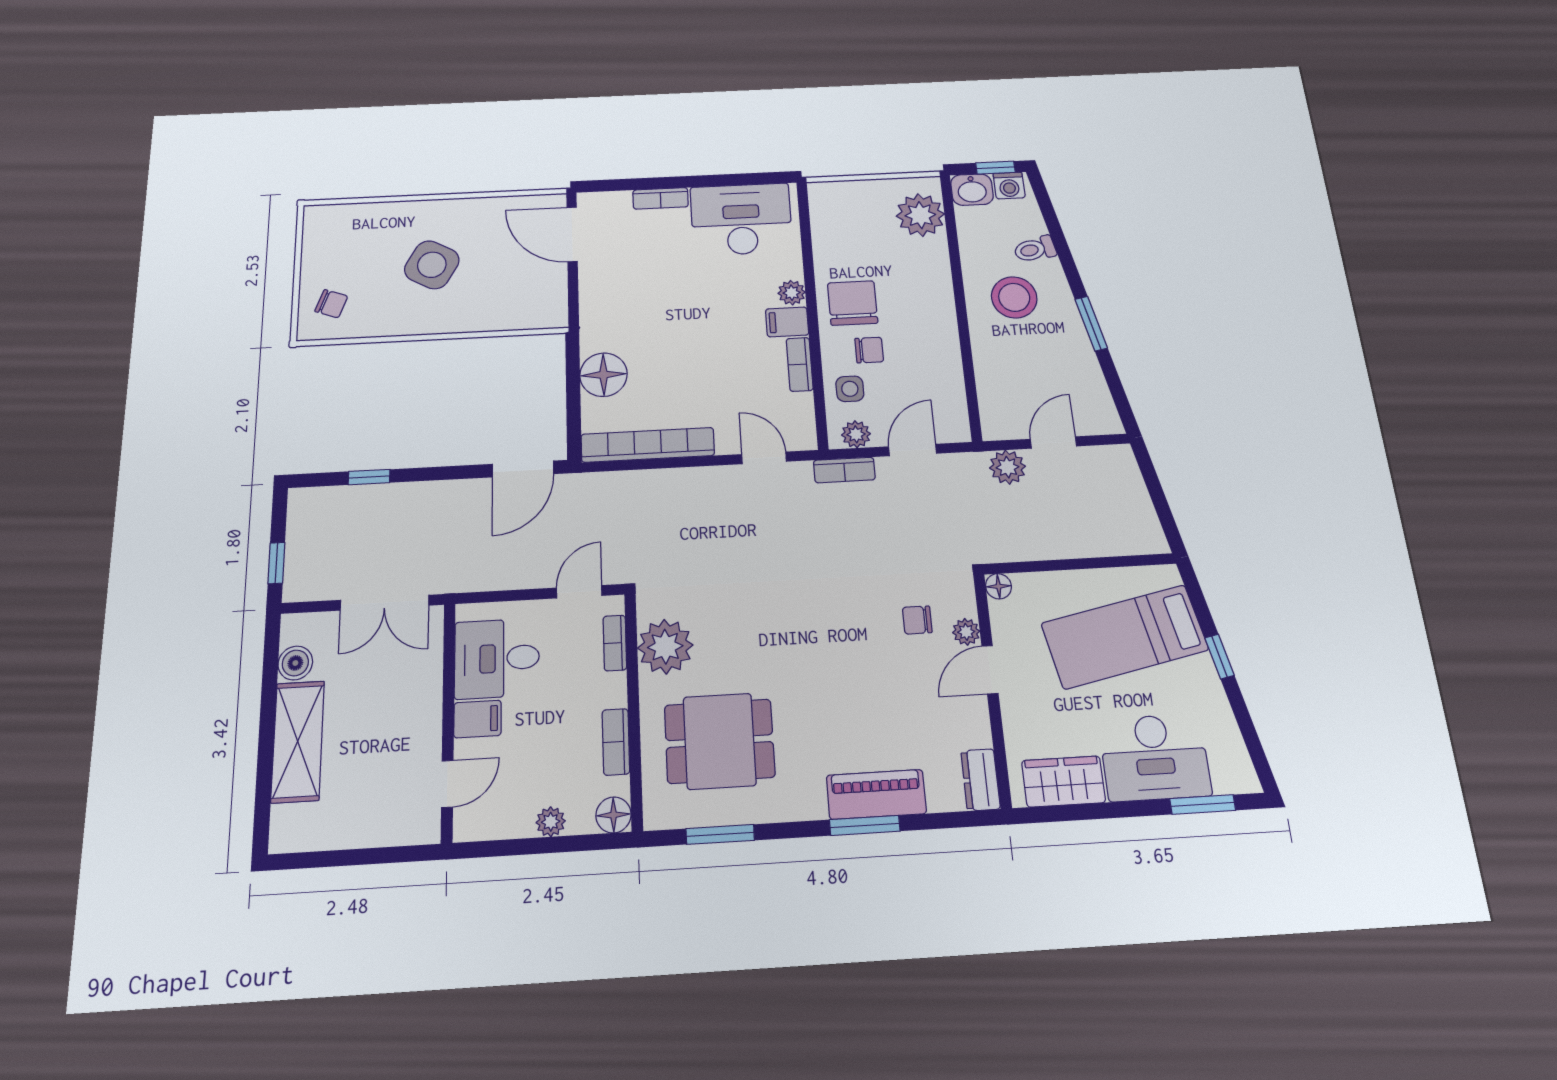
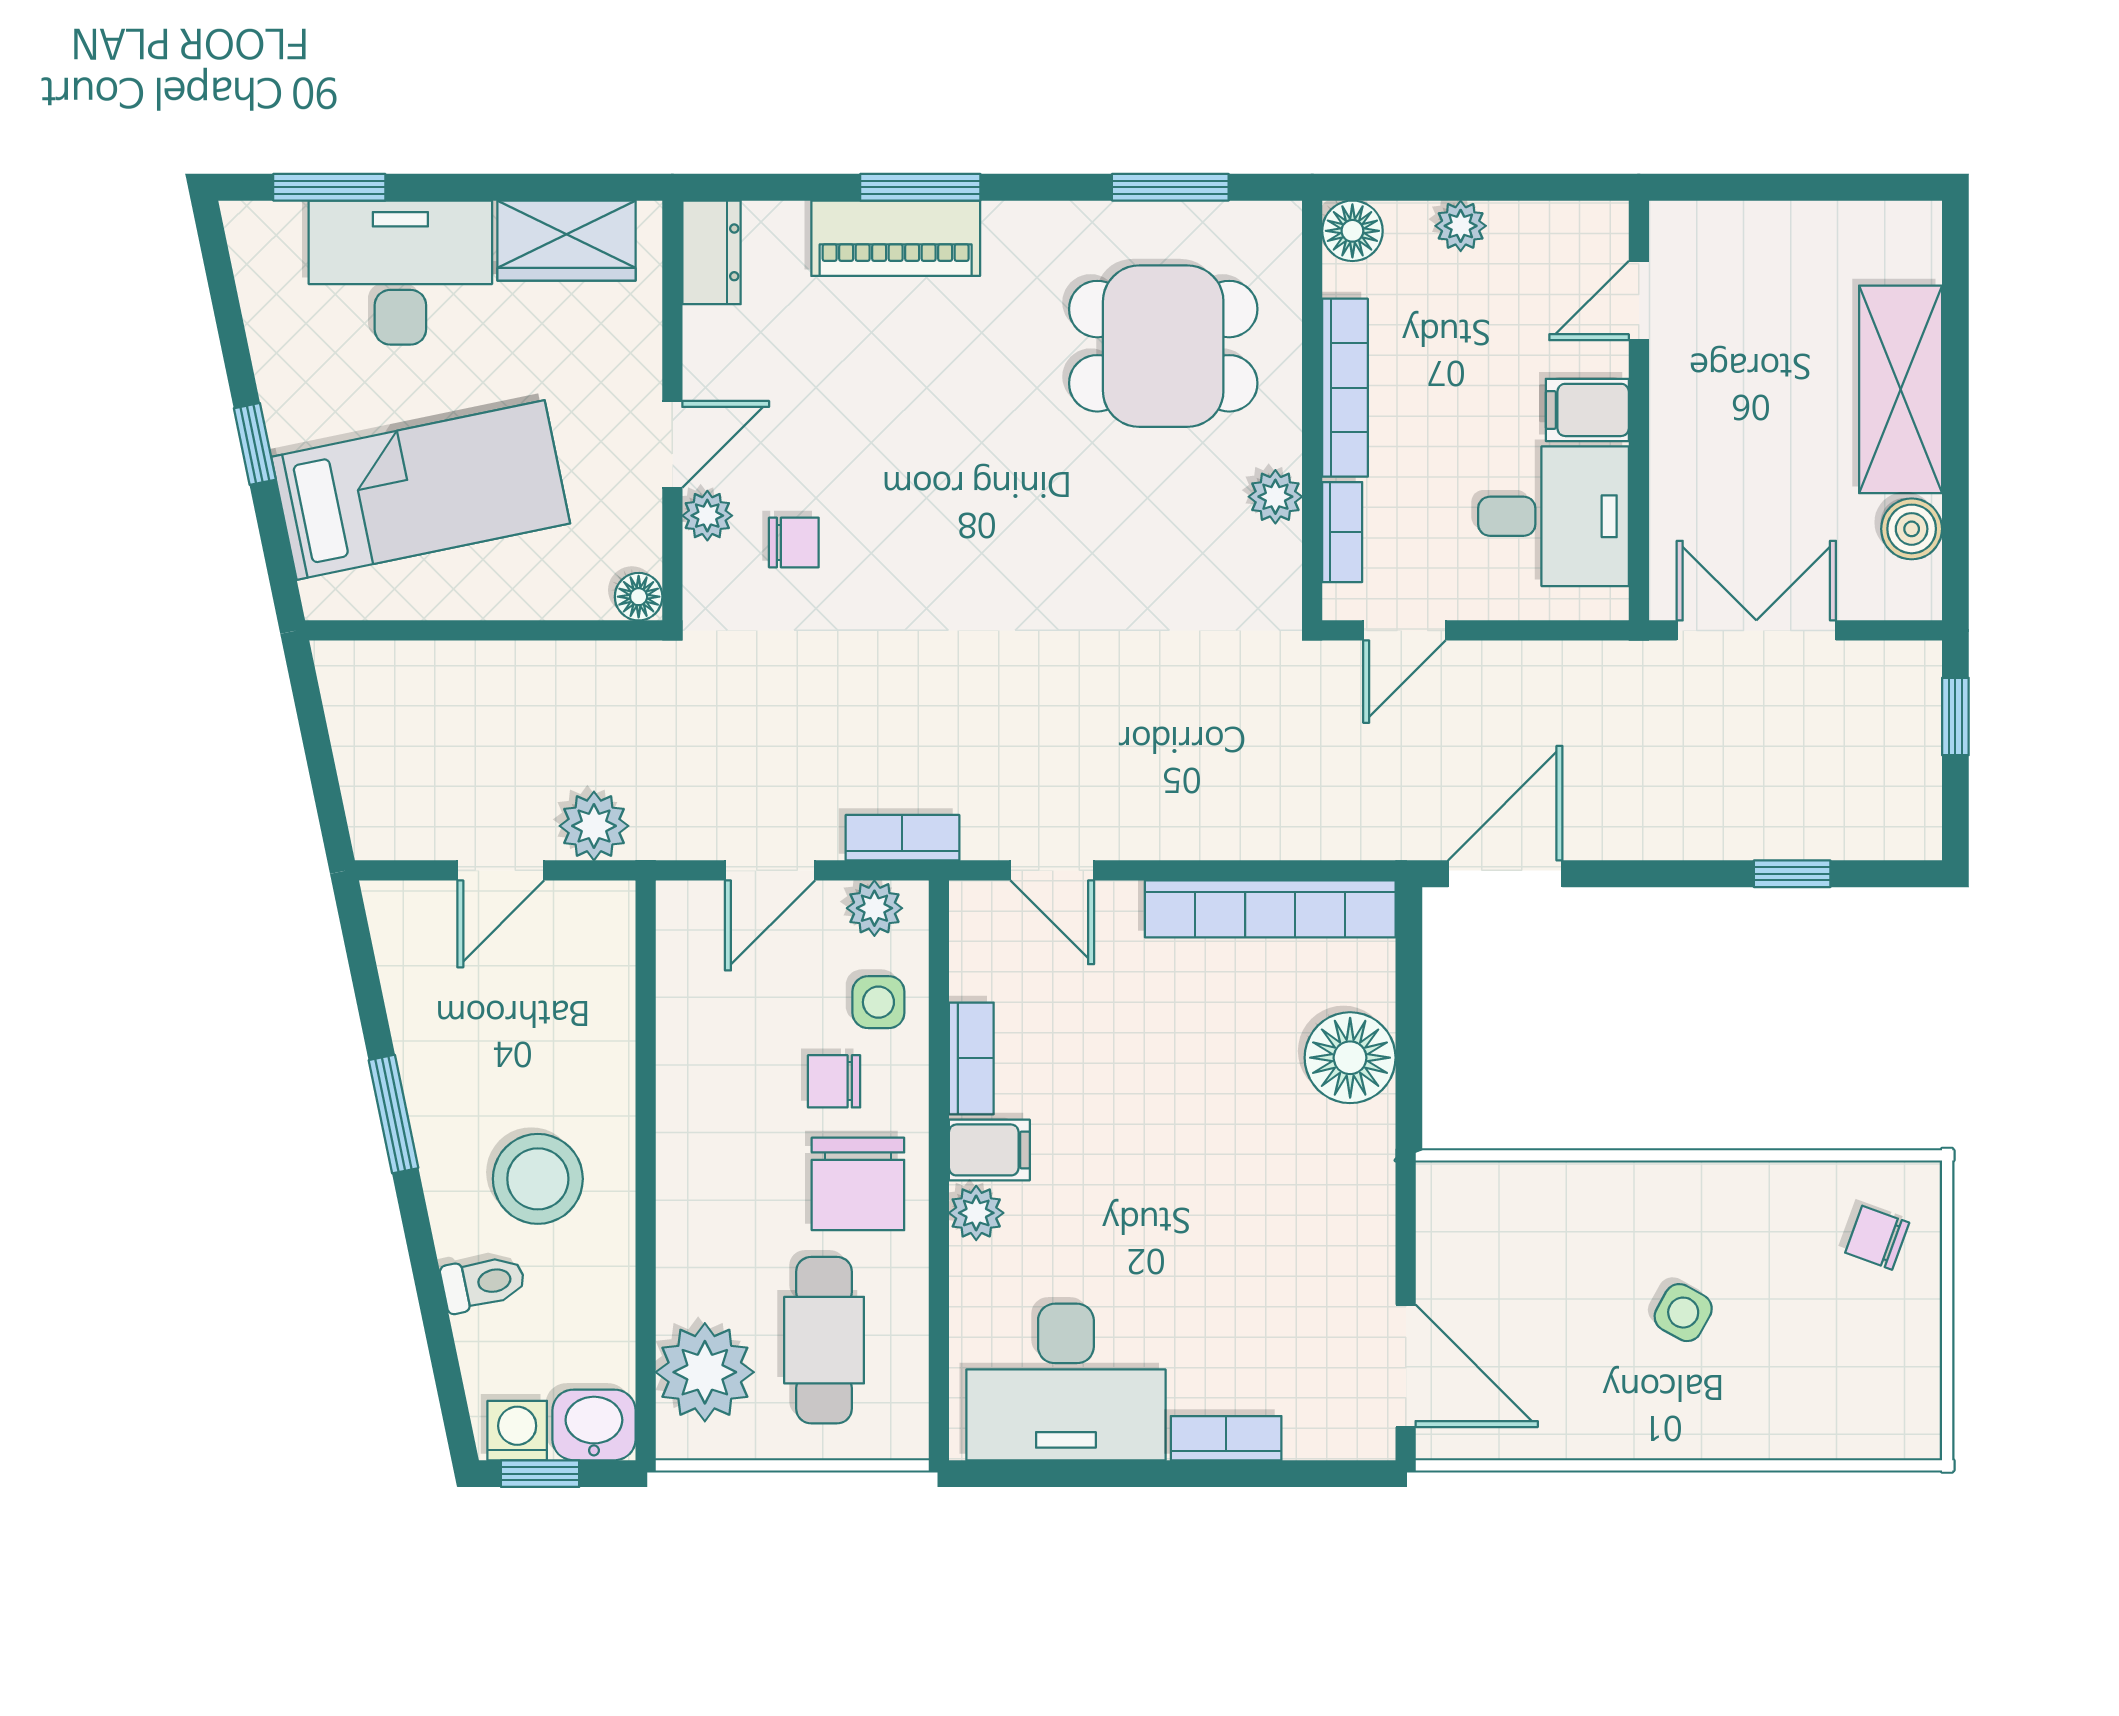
cafe table: (863, 232) -> (824, 1340), added
side table: (432, 265) -> (1683, 1313), width x0.54, depth x0.54
plant: (665, 647) -> (1275, 497), width x0.53, depth x0.53
bookcase: (616, 742) -> (1345, 388), width x1.56

